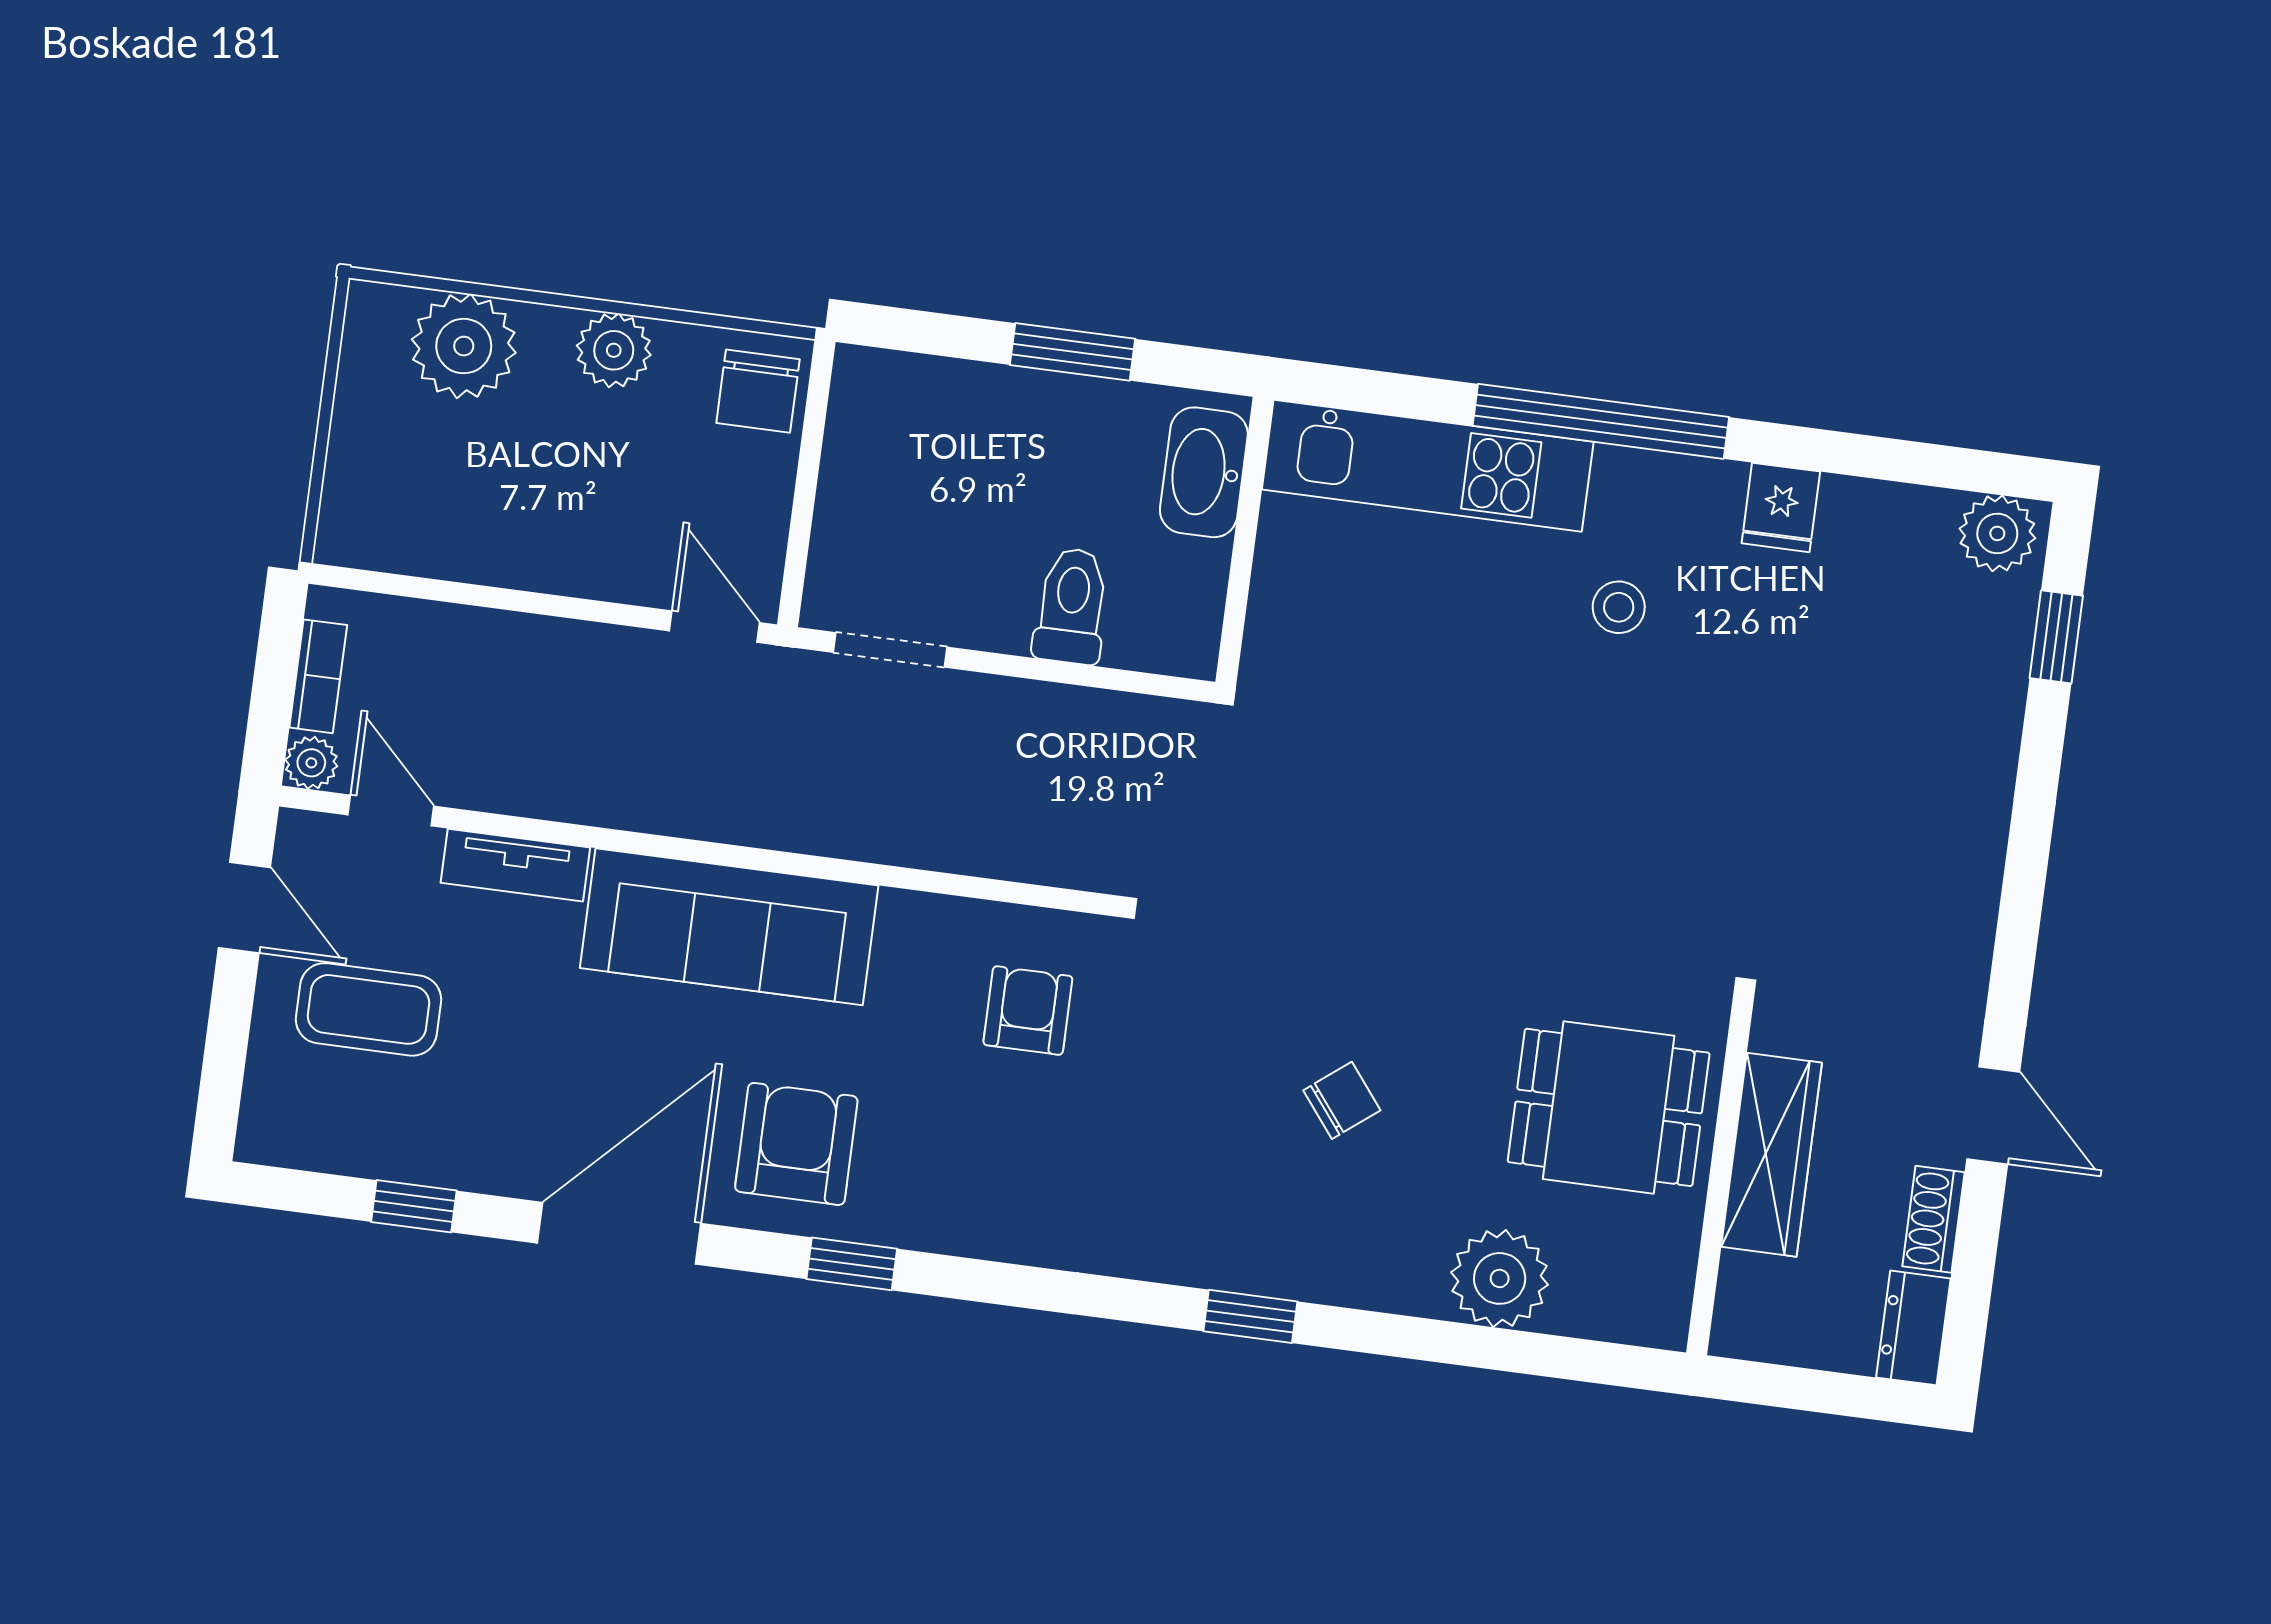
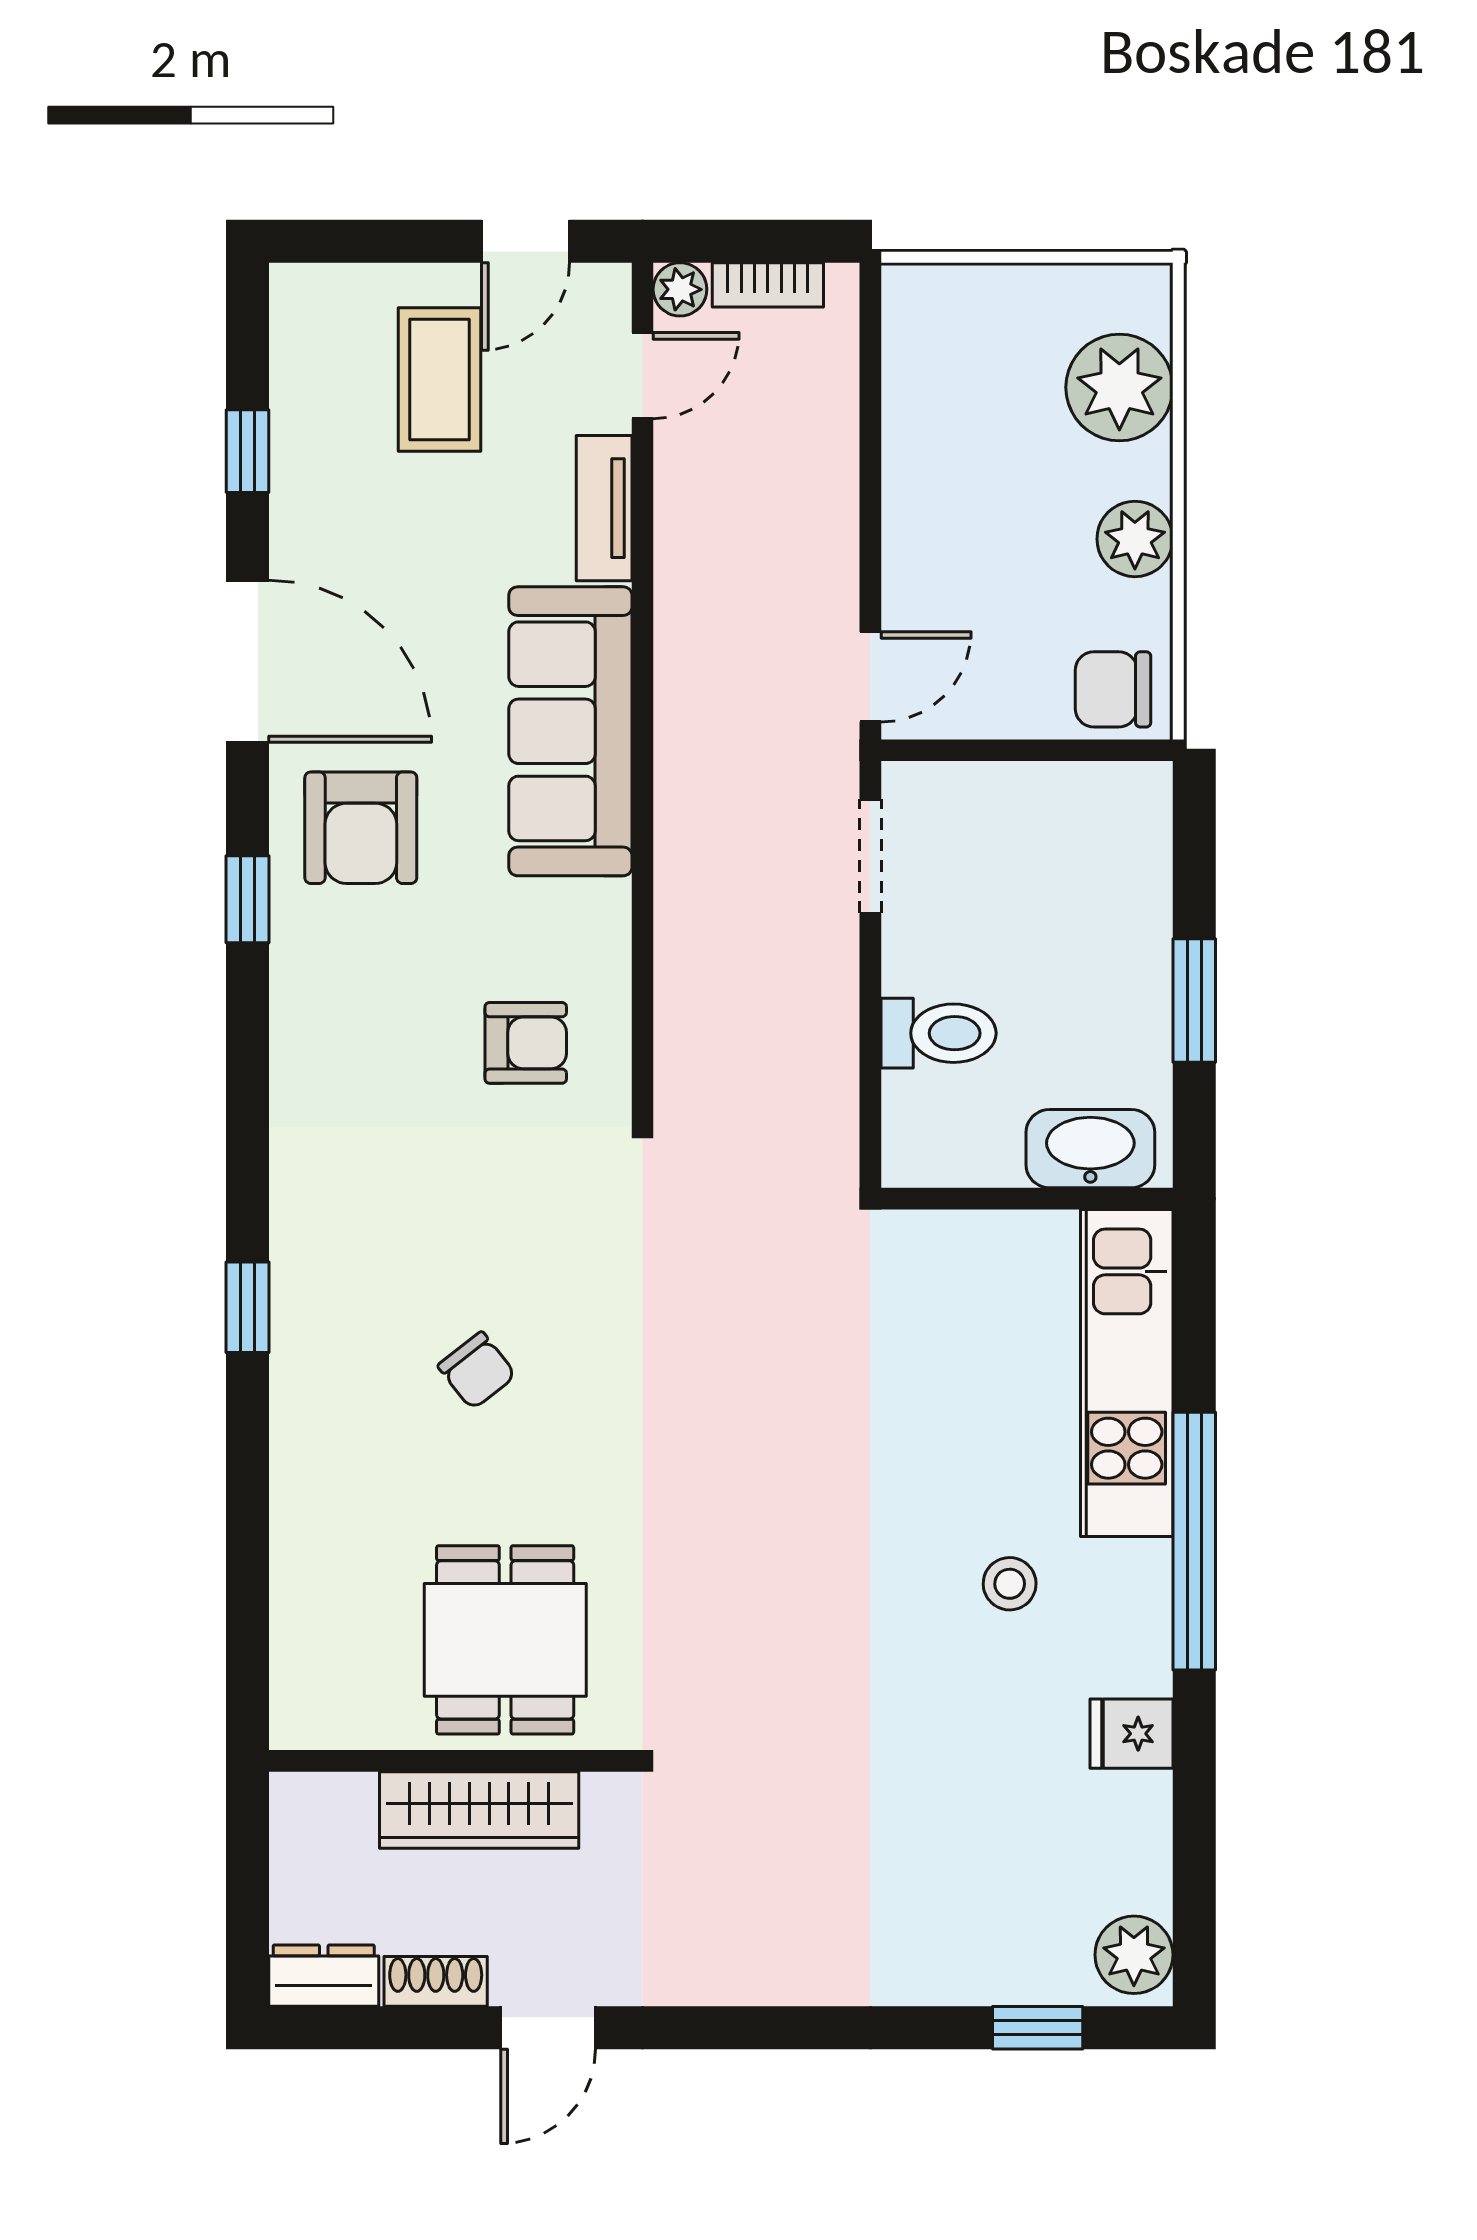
armchair: (796, 1144) -> (361, 828), turned 90
plant: (1500, 1278) -> (319, 1553), removed

